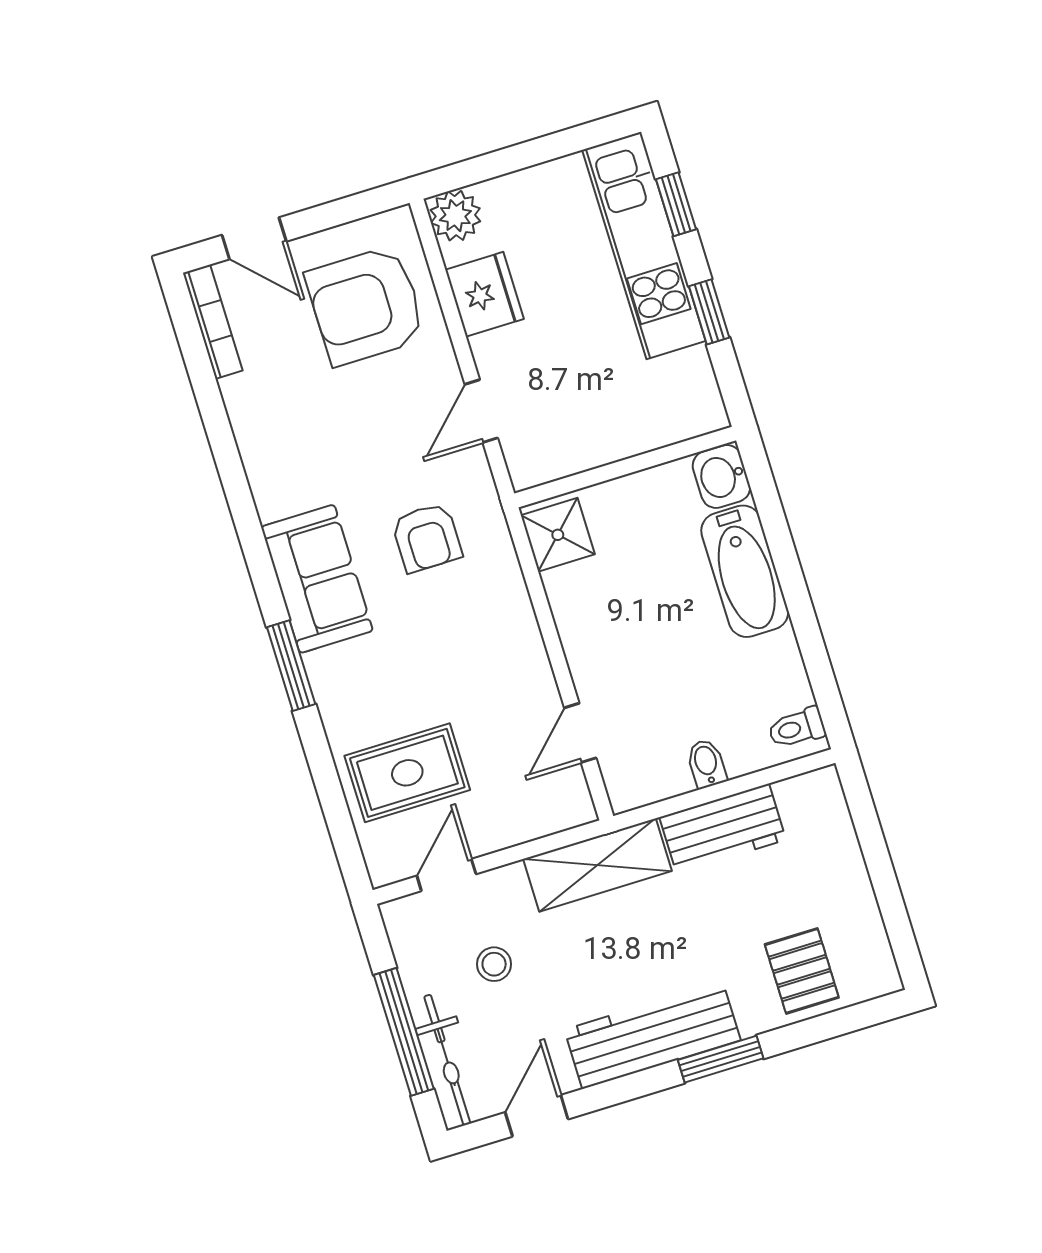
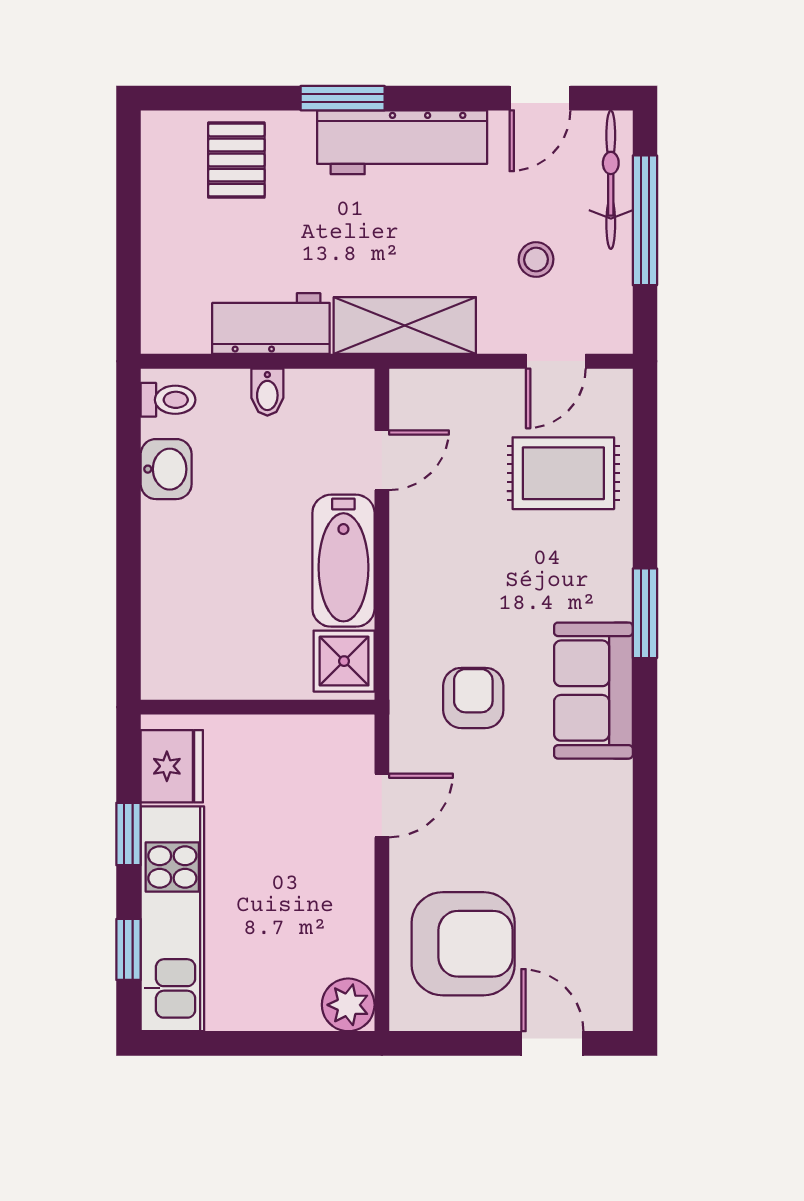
fridge: (484, 294) -> (172, 766), moved, turned 180
bookcase: (213, 322) -> (618, 974), removed
washbasin: (721, 476) -> (166, 469), moved
bathtub: (745, 571) -> (343, 561), moved, turned 180

